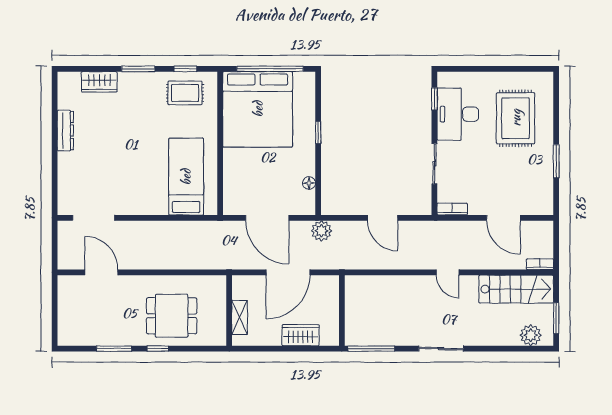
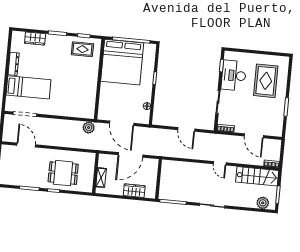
bed: (186, 177) -> (29, 87), moved, turned 90
plant: (321, 231) -> (89, 128), moved

